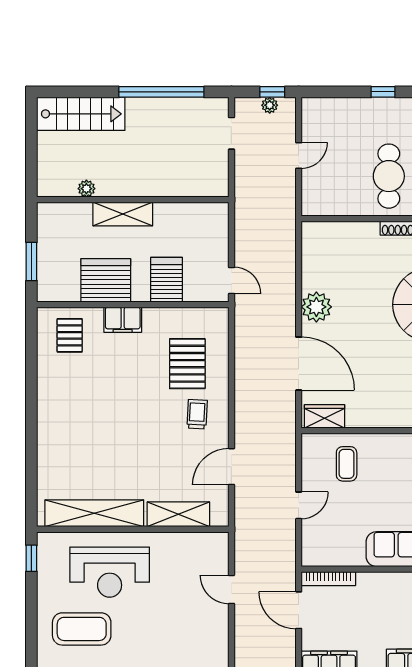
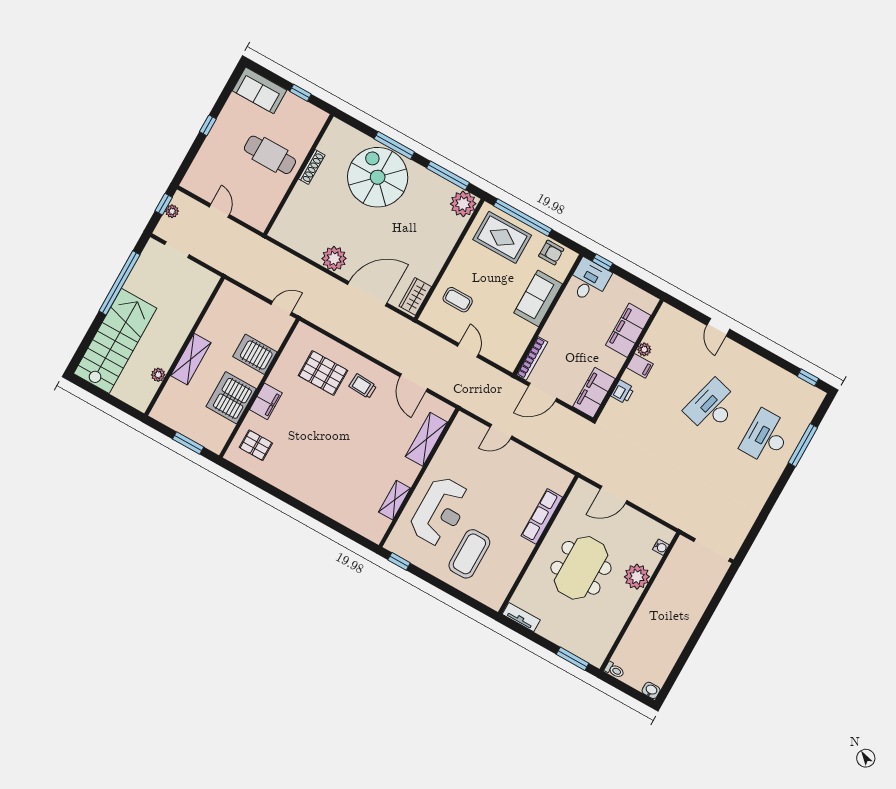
stairs: (81, 114) -> (115, 341), width x1.36, depth x1.51
shelving: (94, 513) -> (395, 500), width x0.45, depth x0.75

